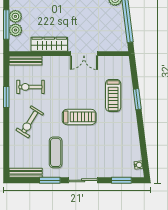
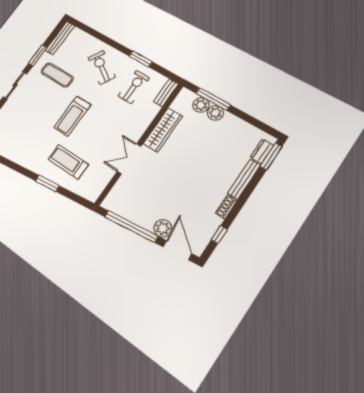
bench: (25, 60) -> (166, 93), width x0.73

